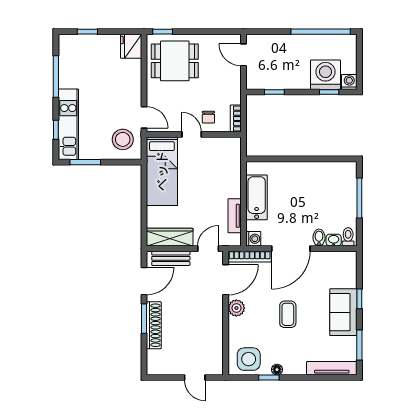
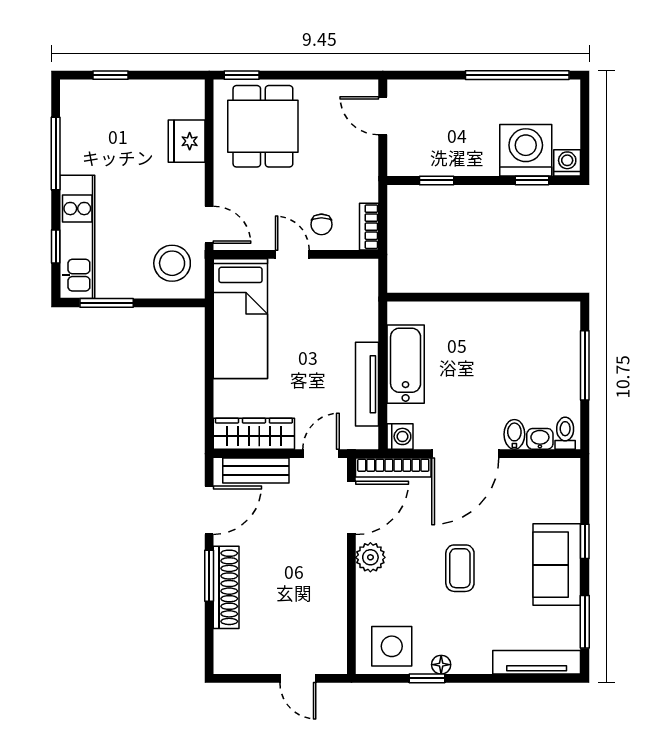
fridge: (131, 46) -> (187, 141), moved
dining table: (175, 61) -> (263, 126), turned 90
tv unit: (235, 216) -> (367, 384), width x1.41

